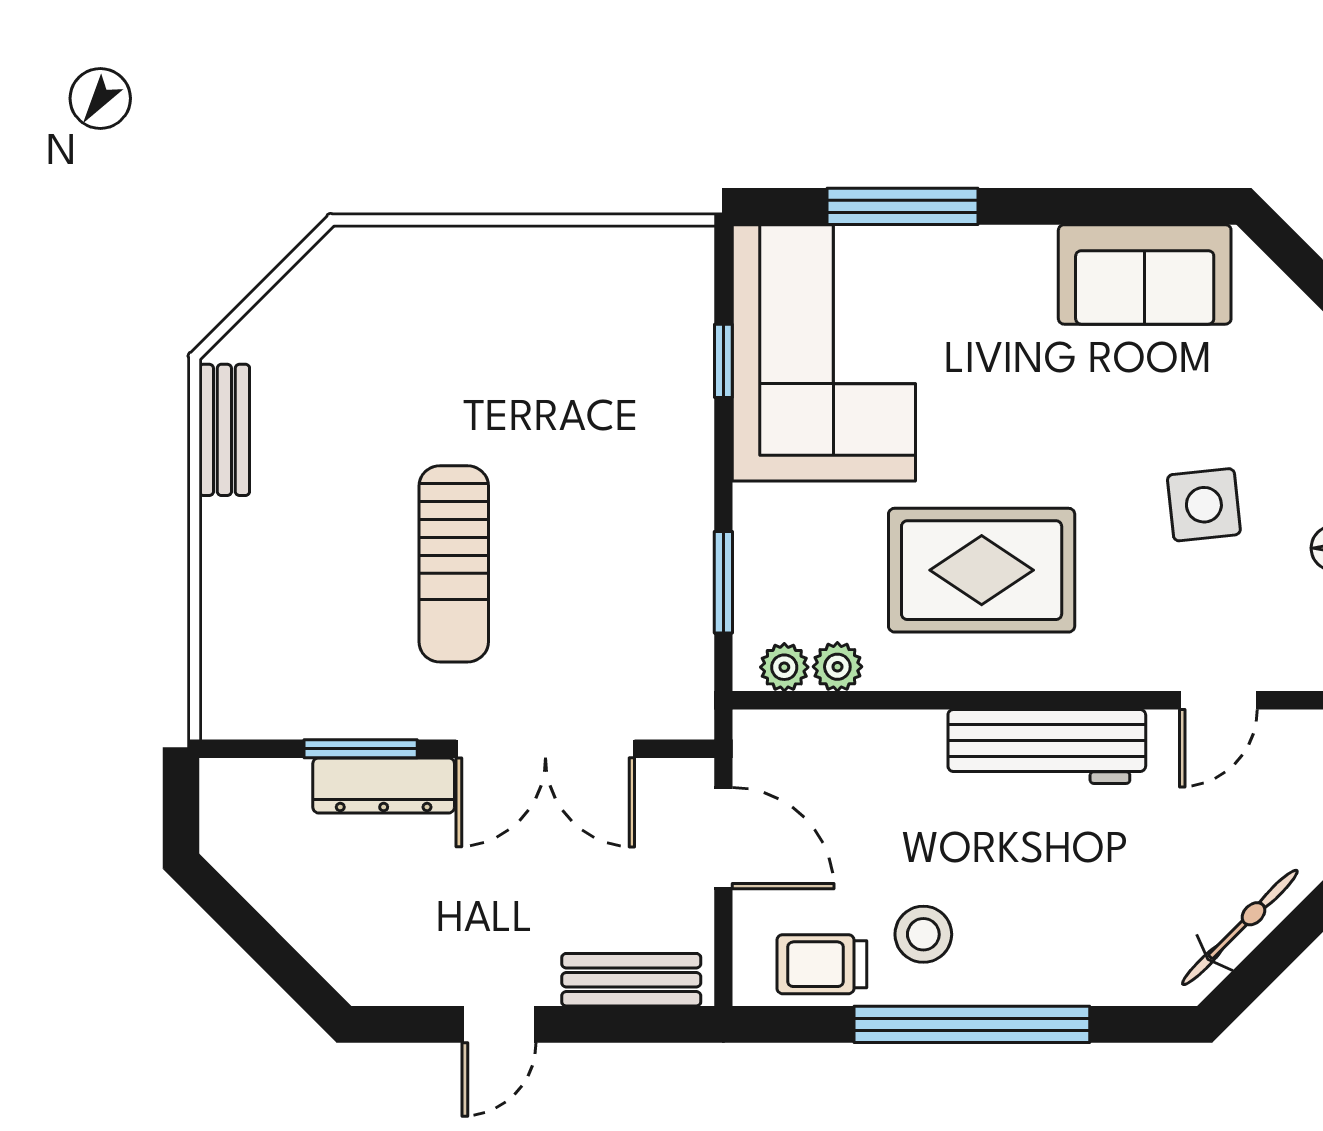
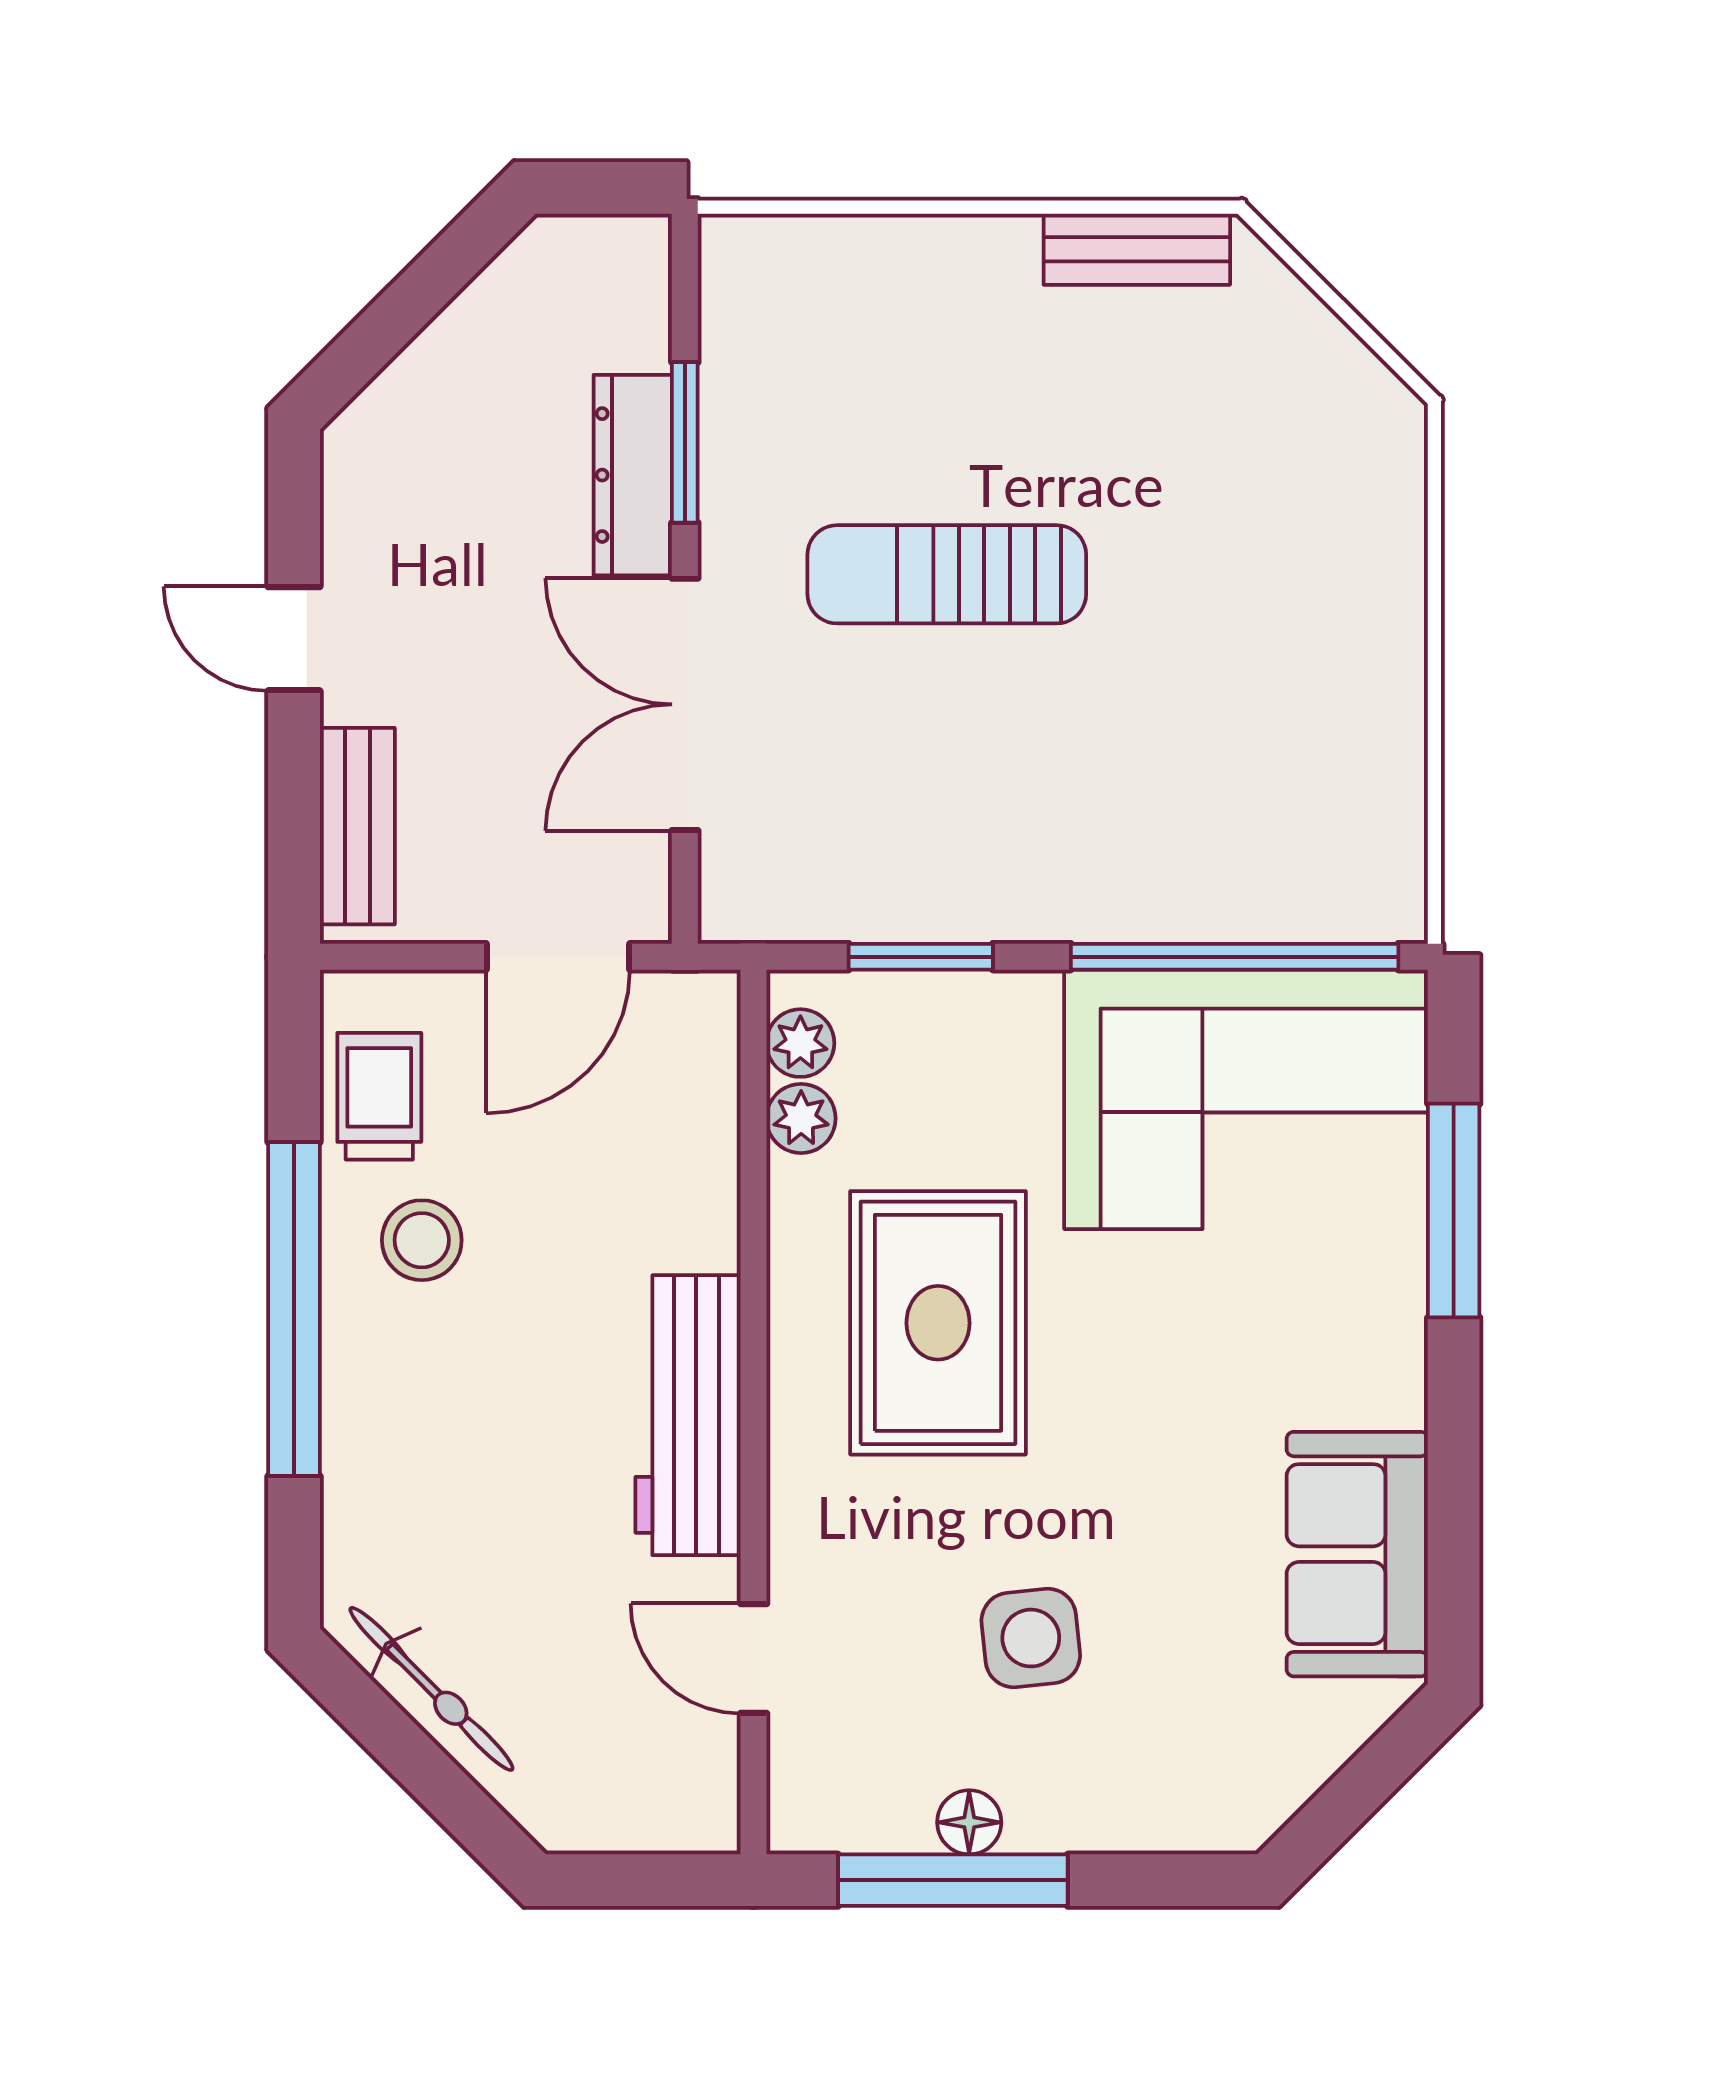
window: (723, 361) -> (1235, 957), width x3.17

